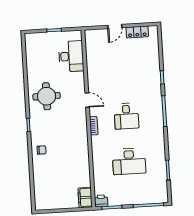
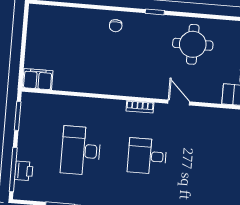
door: (87, 100) -> (179, 102), swing flipped
printer: (101, 201) -> (24, 171), moved

